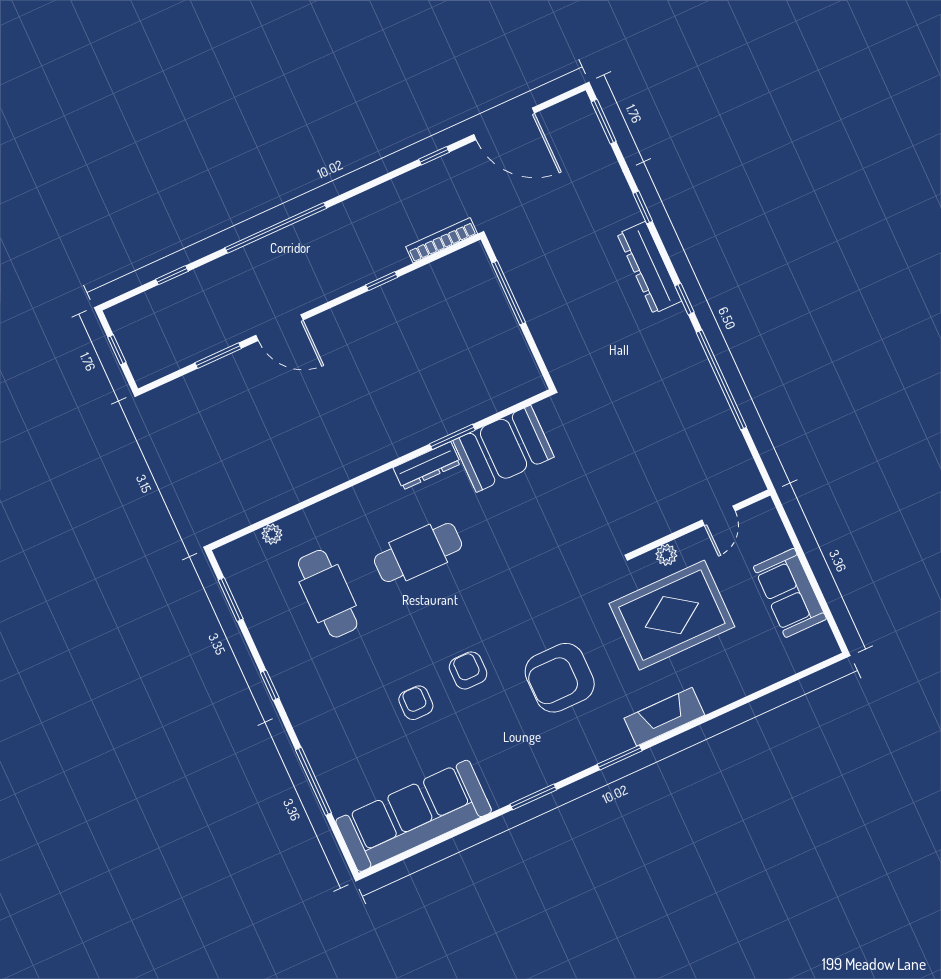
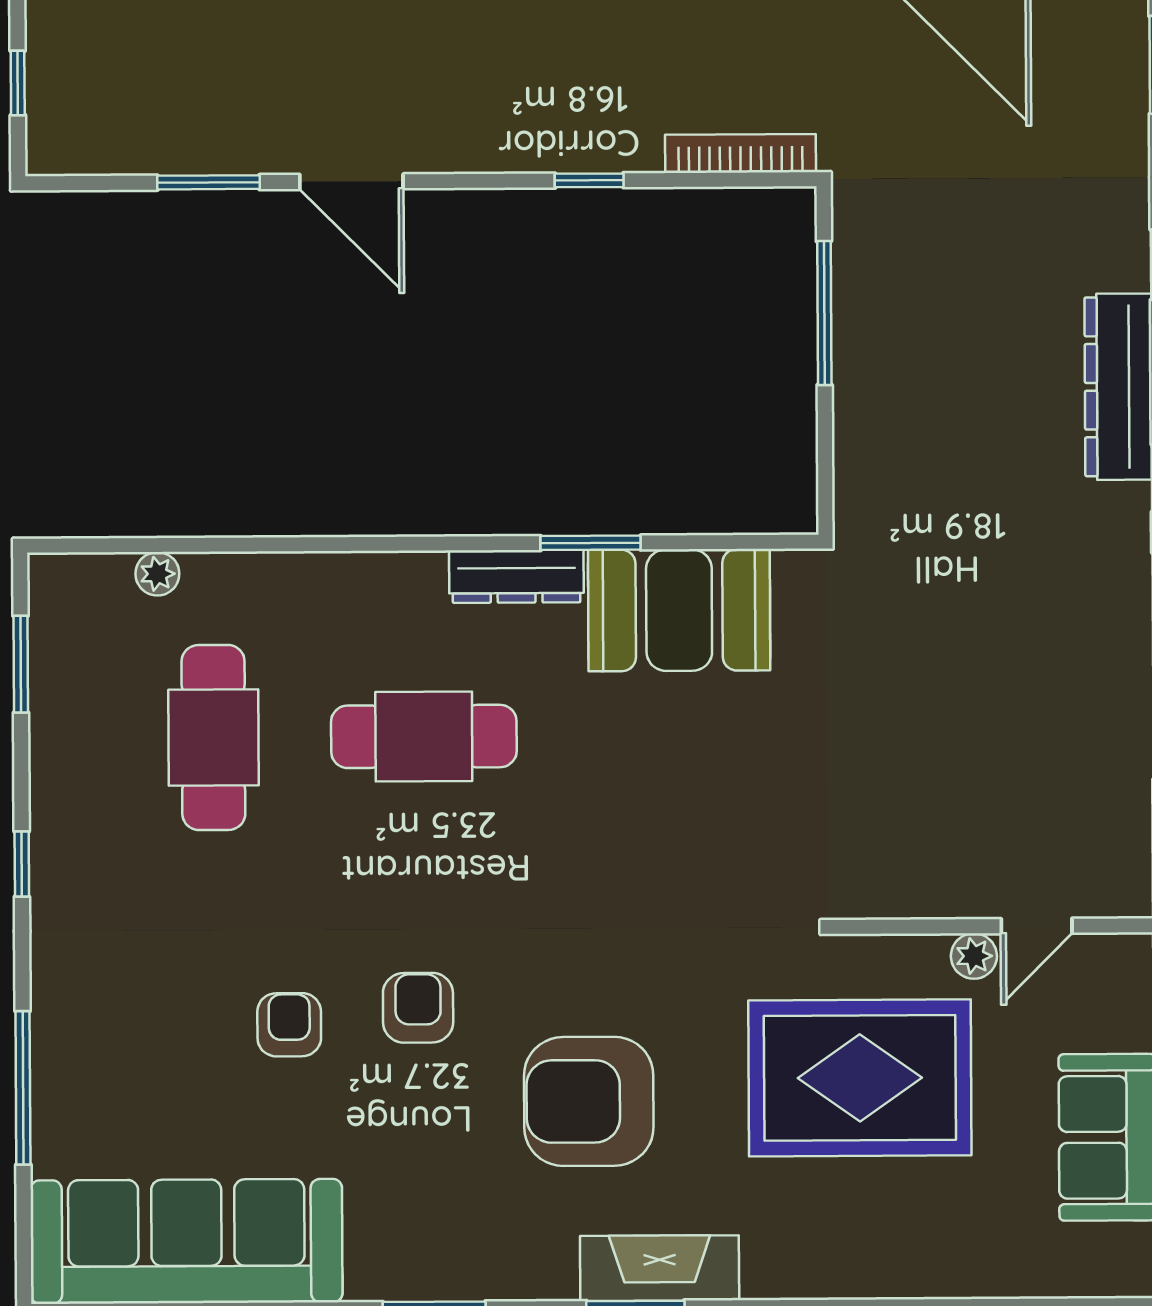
plant: (666, 555) -> (974, 956), moved
fireplace: (664, 717) -> (660, 1268), moved

